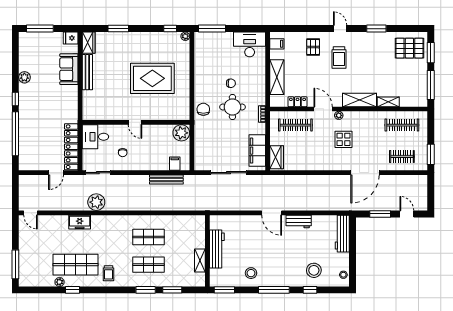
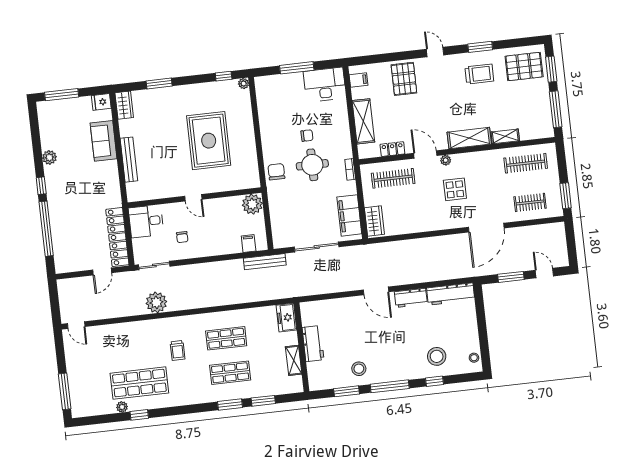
window: (212, 29) -> (297, 68), moved
pallet: (313, 47) -> (404, 79), width x1.50, depth x1.42
trolley: (339, 57) -> (479, 74), moved, turned -90
bench: (87, 72) -> (129, 160), moved
rug: (152, 78) -> (209, 141), turned 90
bench: (166, 180) -> (265, 262), moved
freezer: (80, 222) -> (286, 318), moved, turned 90
workbench: (342, 234) -> (451, 294), moved, turned -90
workbench: (217, 249) -> (313, 344), width x0.73
trolley: (109, 273) -> (178, 350), moved
window: (224, 290) -> (347, 391), moved

